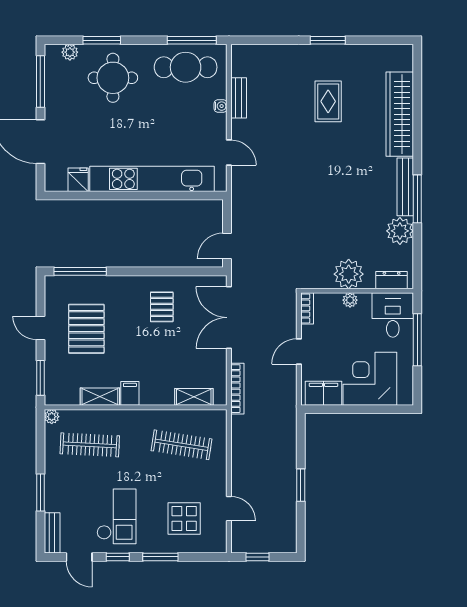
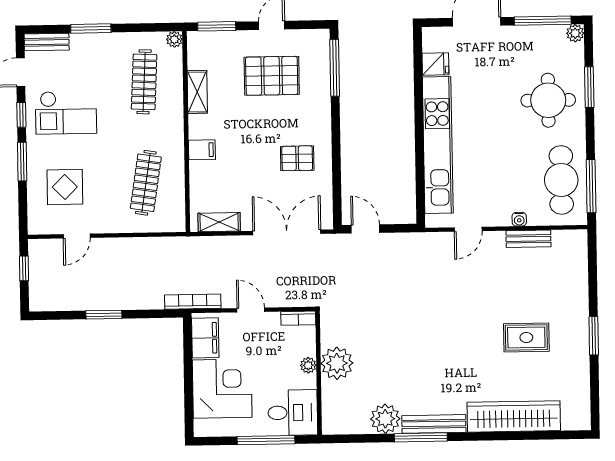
plant: (70, 52) -> (575, 33), moved
dresser: (392, 280) -> (331, 411), removed
bookcase: (237, 389) -> (193, 302), moved, turned 180
filing cabinet: (130, 393) -> (202, 150), moved
shelving: (194, 397) -> (219, 222), moved, turned 90

